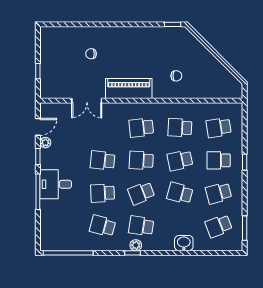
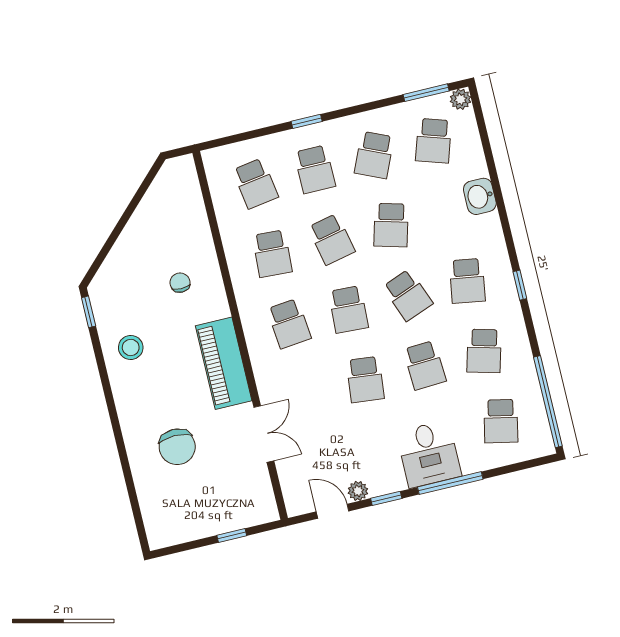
stool: (149, 42) -> (131, 347), added
chair: (91, 54) -> (177, 447), width x1.87, depth x1.87
school desk: (219, 193) -> (374, 155), turned 39
school desk: (64, 226) -> (501, 421), added
school desk: (219, 226) -> (434, 141), turned 39
plant: (136, 245) -> (461, 99), moved

